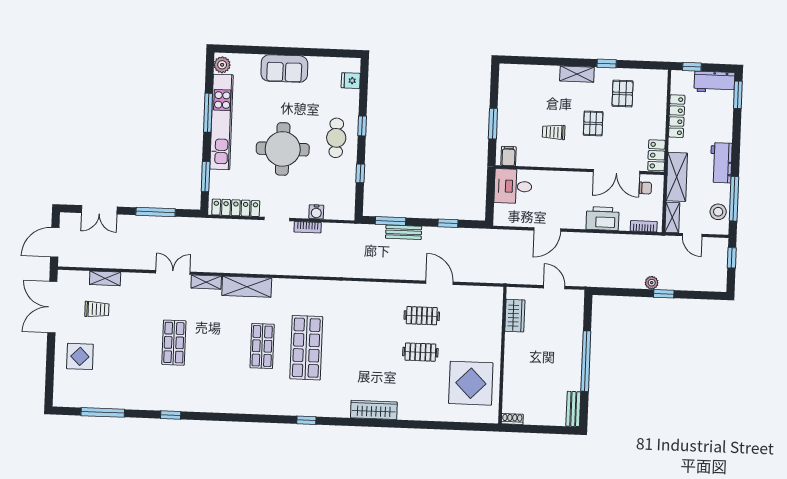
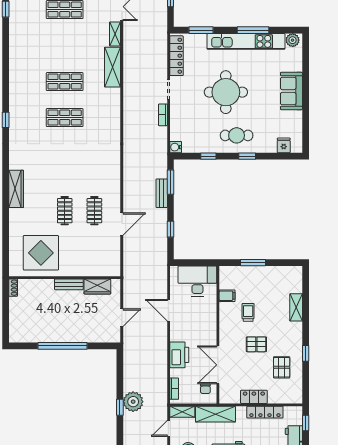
shelving: (577, 74) -> (296, 307), moved
pallet: (623, 94) -> (282, 367), turned 90
locker: (656, 155) -> (254, 397), moved
filing cabinet: (508, 156) -> (227, 296), moved
desk: (513, 186) -> (197, 281), width x1.37
water cooler: (316, 212) -> (176, 147), moved
plant: (652, 283) -> (133, 402), width x1.88, depth x1.88
shop shelf: (306, 348) -> (65, 118), width x0.70, depth x0.74
bench: (573, 409) -> (69, 284), moved
wardrobe: (374, 410) -> (16, 189), moved

